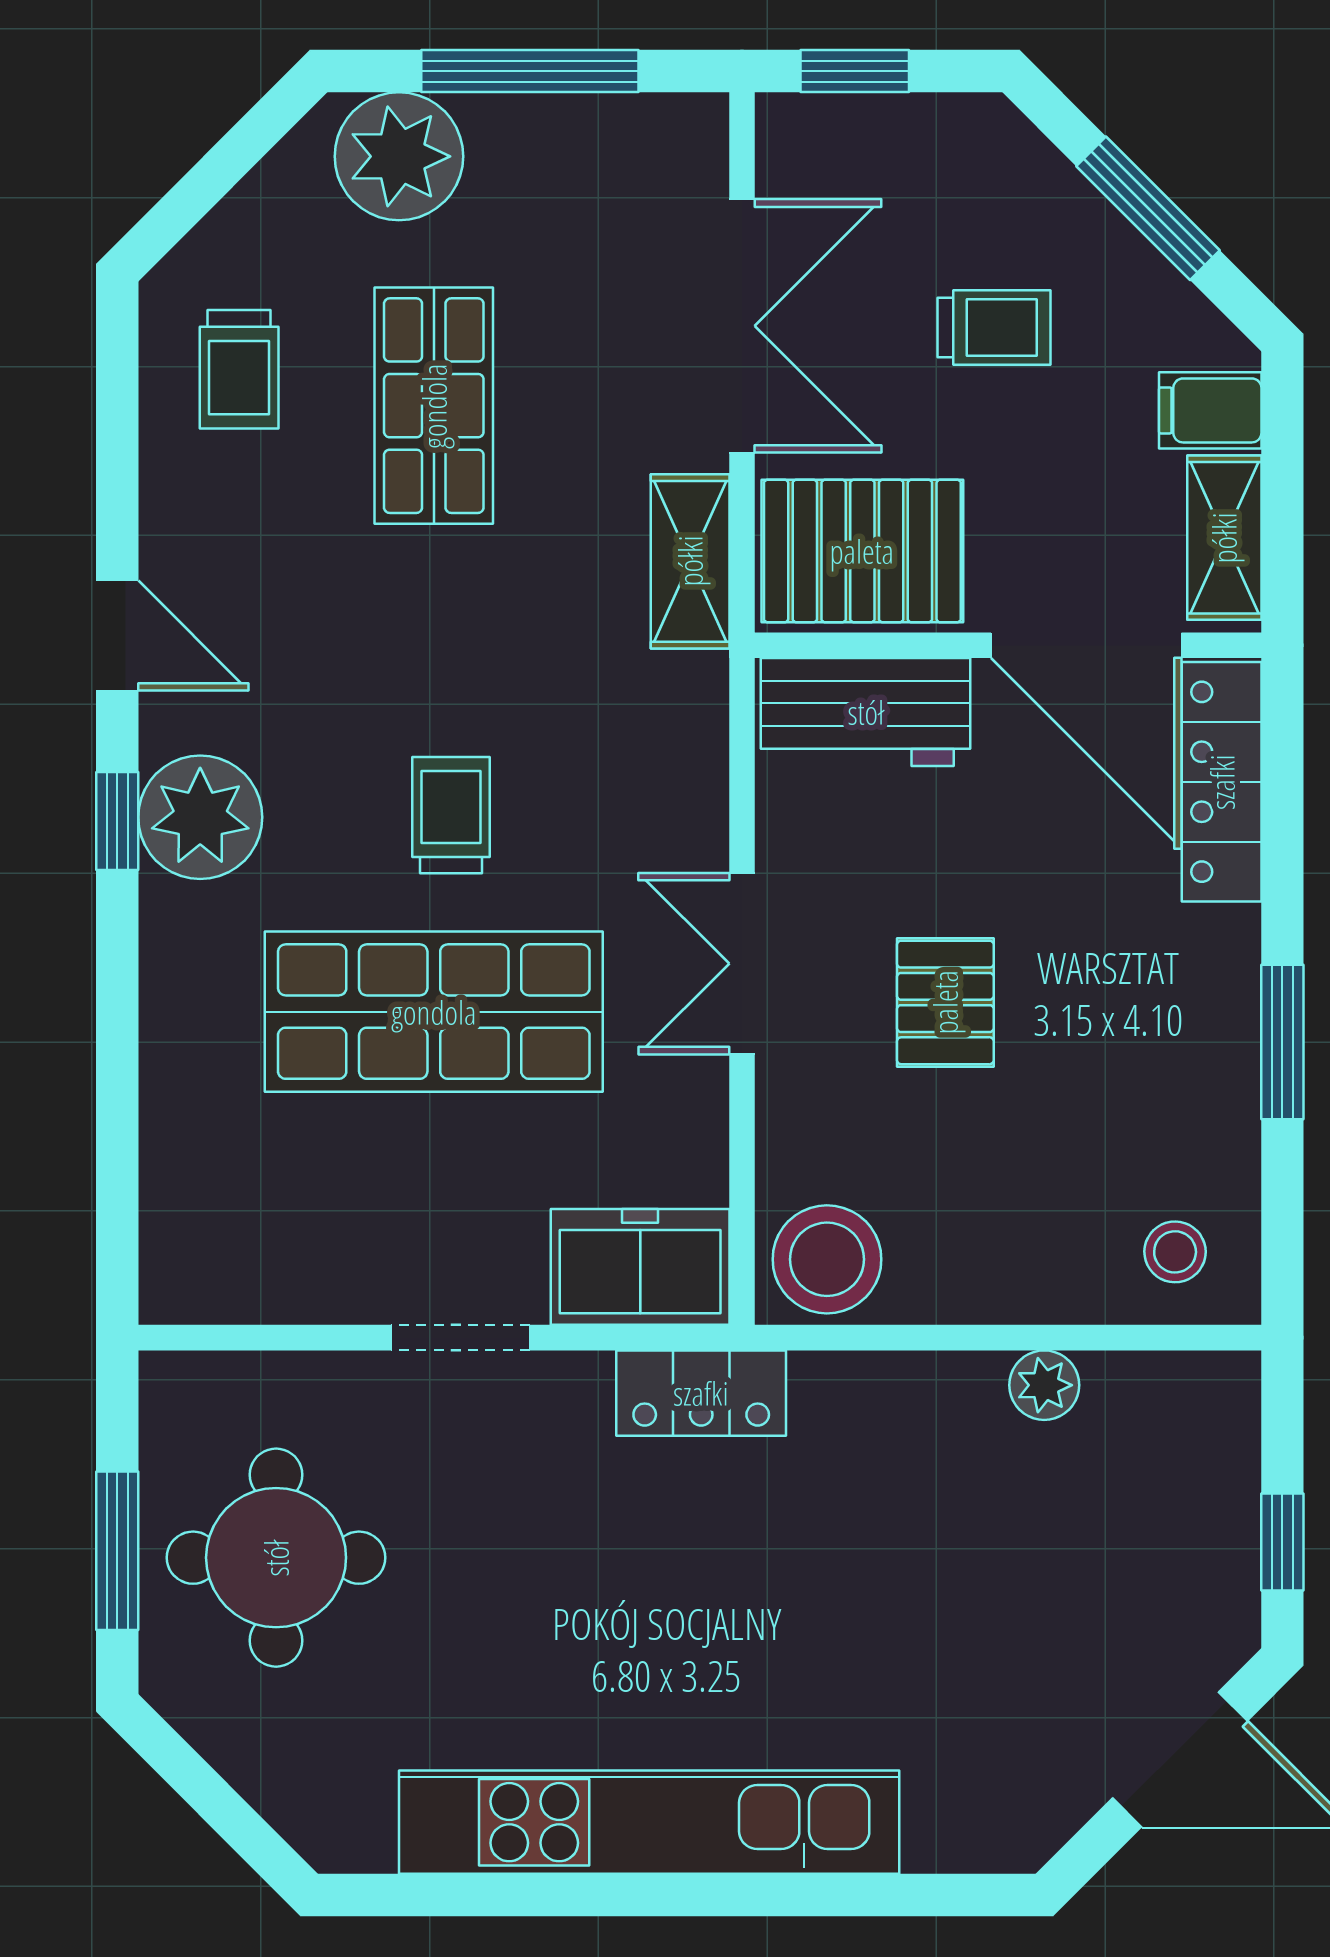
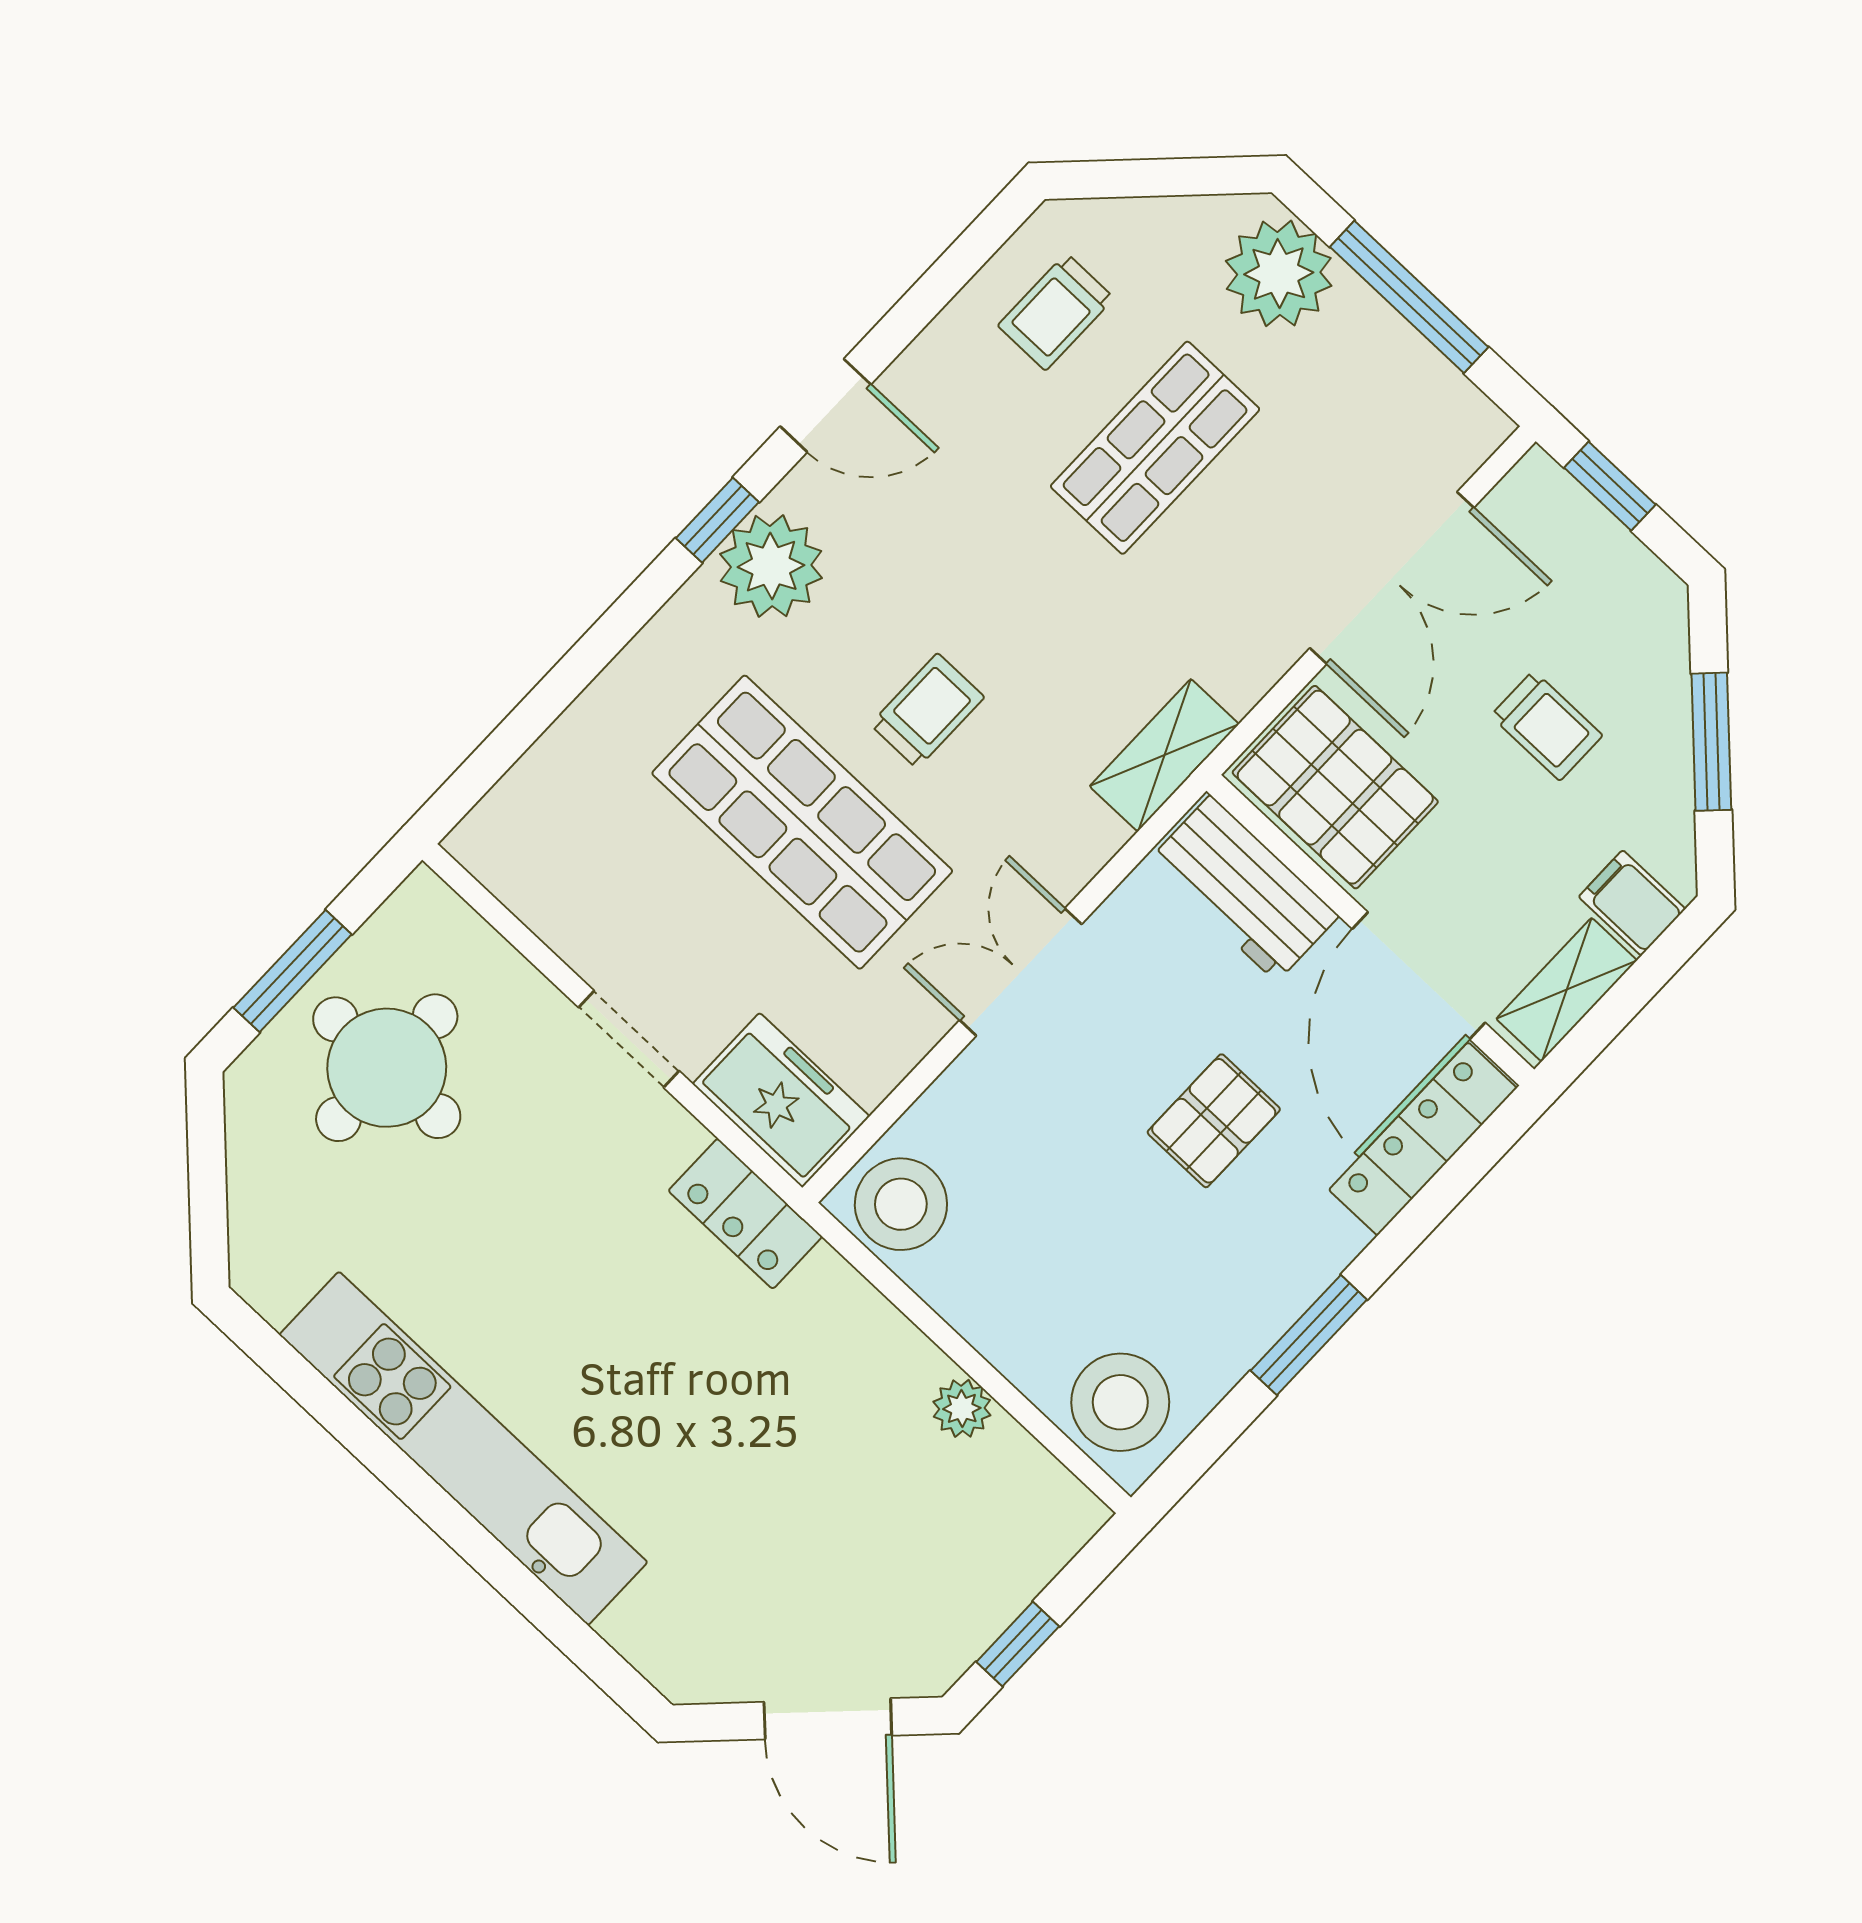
shelving: (690, 561) -> (1164, 755), moved
door: (117, 636) -> (826, 405), hinge flipped
pallet: (945, 1002) -> (1214, 1121), moved
stool: (1175, 1252) -> (1120, 1402), width x1.89, depth x1.89

